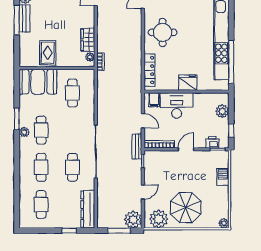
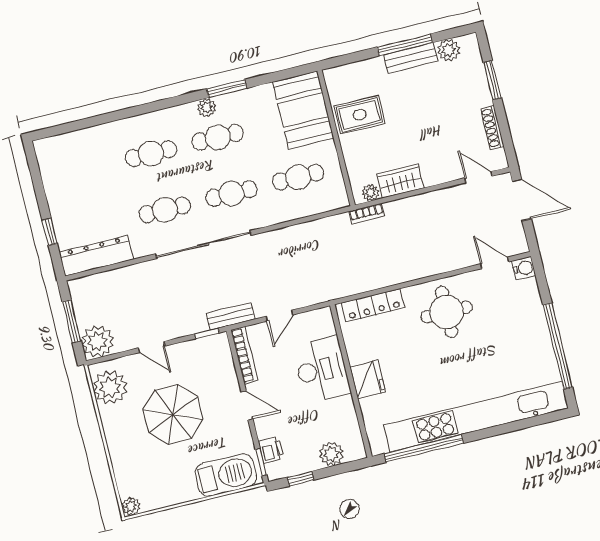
filing cabinet: (154, 100) -> (322, 326), removed
barbecue: (223, 177) -> (226, 475), width x1.88, depth x1.53
cafe table: (41, 204) -> (231, 193), moved
parasol: (186, 208) -> (173, 414), moved

